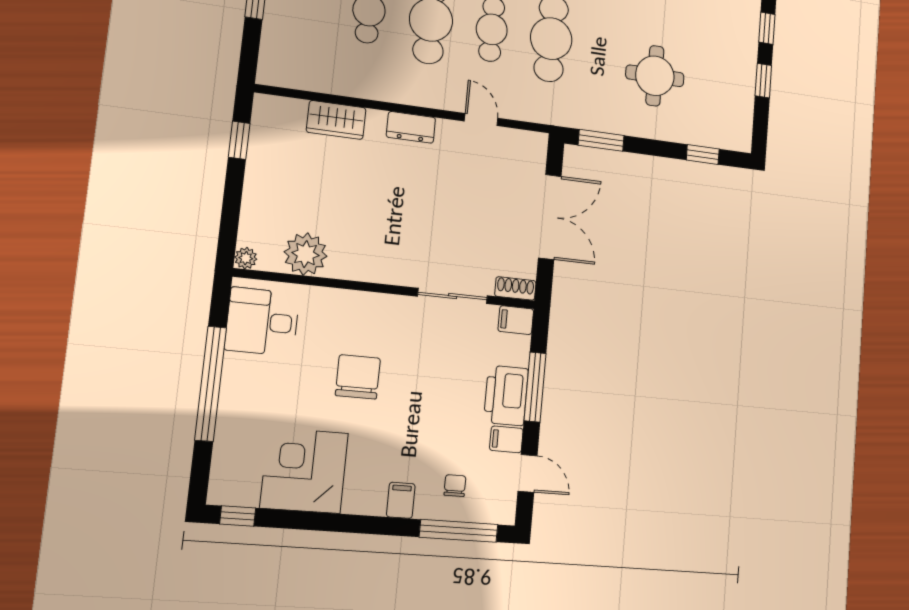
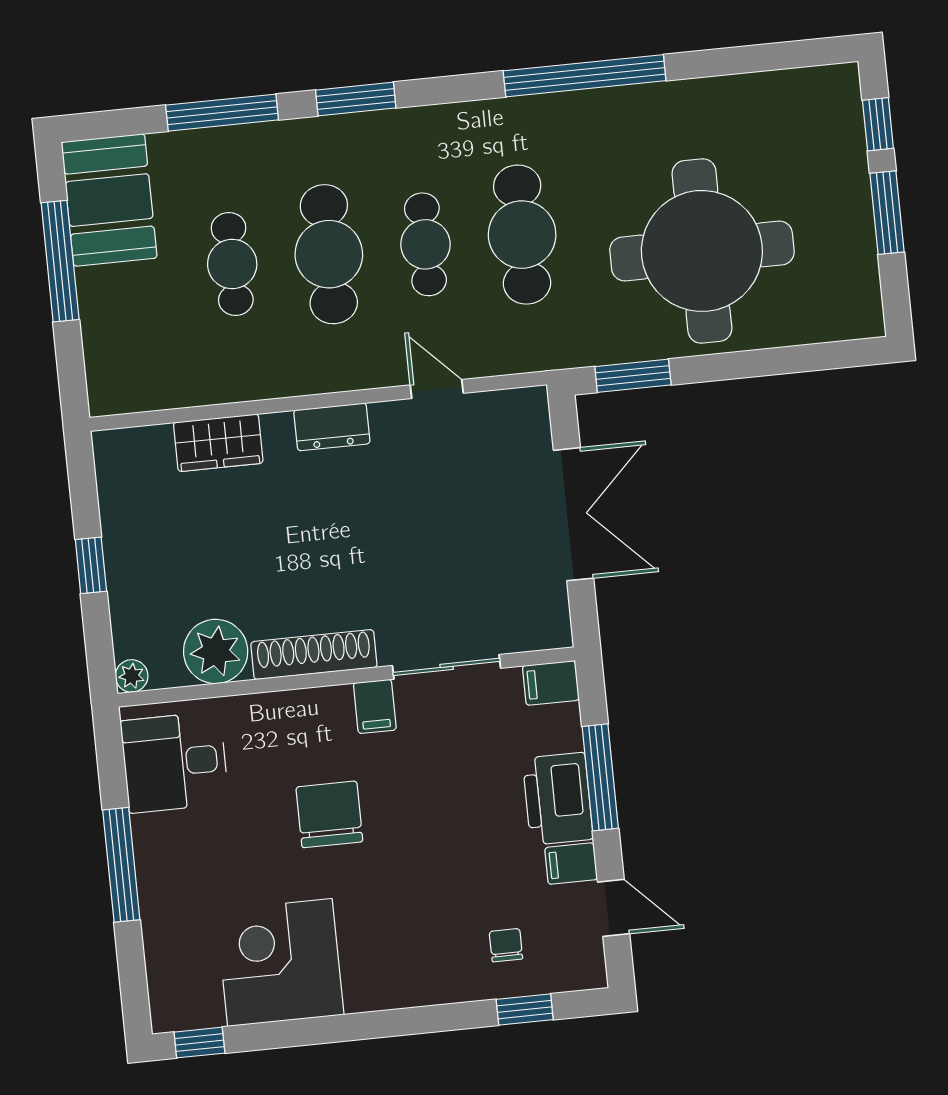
round table: (655, 76) -> (702, 251), width x1.86, depth x1.86
window: (763, 81) -> (887, 213), width x1.50
window: (239, 140) -> (91, 565), moved
window: (703, 154) -> (805, 358), removed
shoe rack: (515, 288) -> (314, 655), moved, width x1.94, depth x1.24
window: (211, 384) -> (121, 865), width x0.68
filing cabinet: (401, 500) -> (375, 706), moved, turned 180
window: (459, 531) -> (525, 1010), width x0.46

